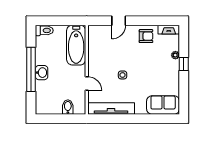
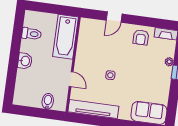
toilet: (44, 30) -> (32, 34), moved
armchair: (146, 36) -> (141, 37), turned 90
window: (31, 69) -> (14, 56), removed

